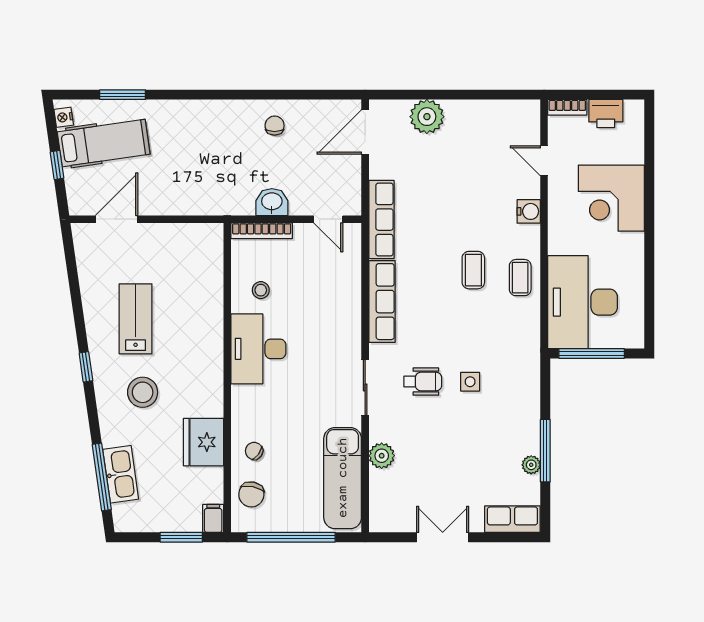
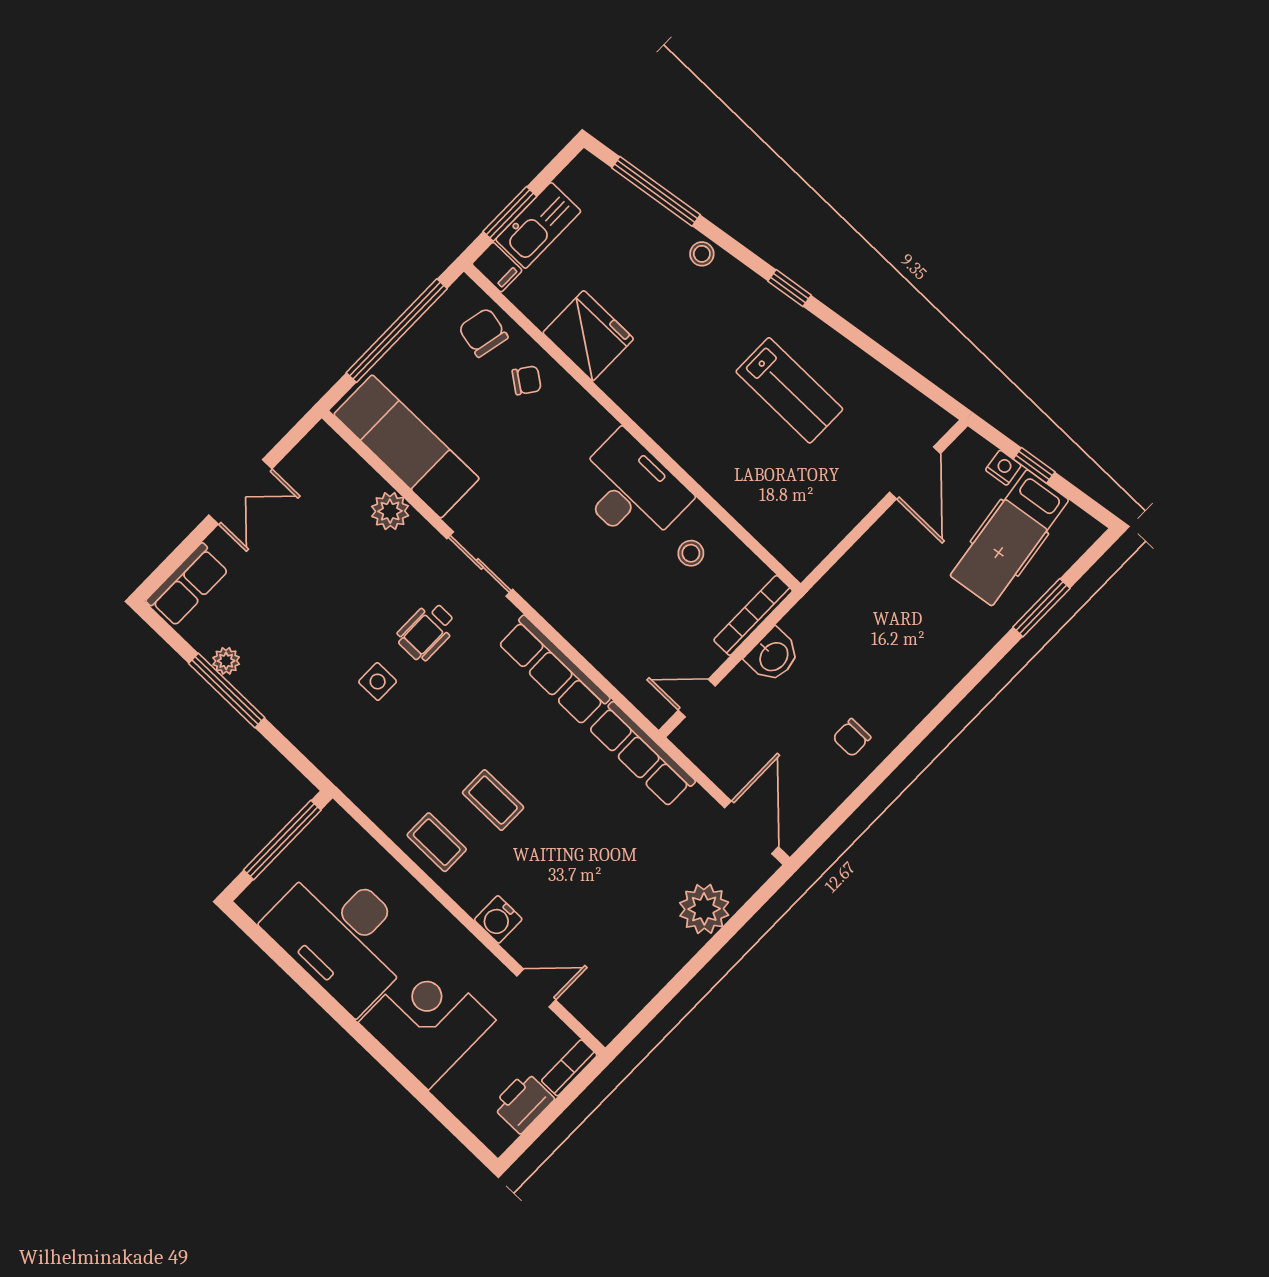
nightstand: (64, 117) -> (1003, 468), moved
chair: (275, 126) -> (852, 738), turned 90
desk: (583, 302) -> (342, 935), moved, turned 180
stool: (143, 392) -> (702, 254), moved, width x0.53, depth x0.53
kitchen sink: (121, 474) -> (538, 225), moved, turned -82

